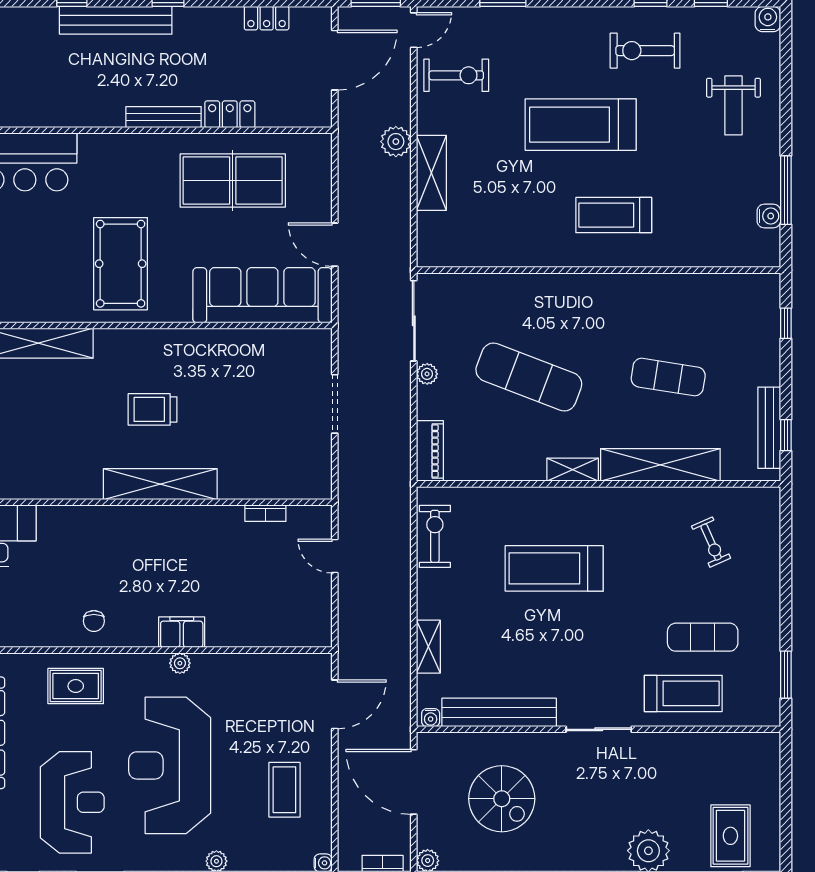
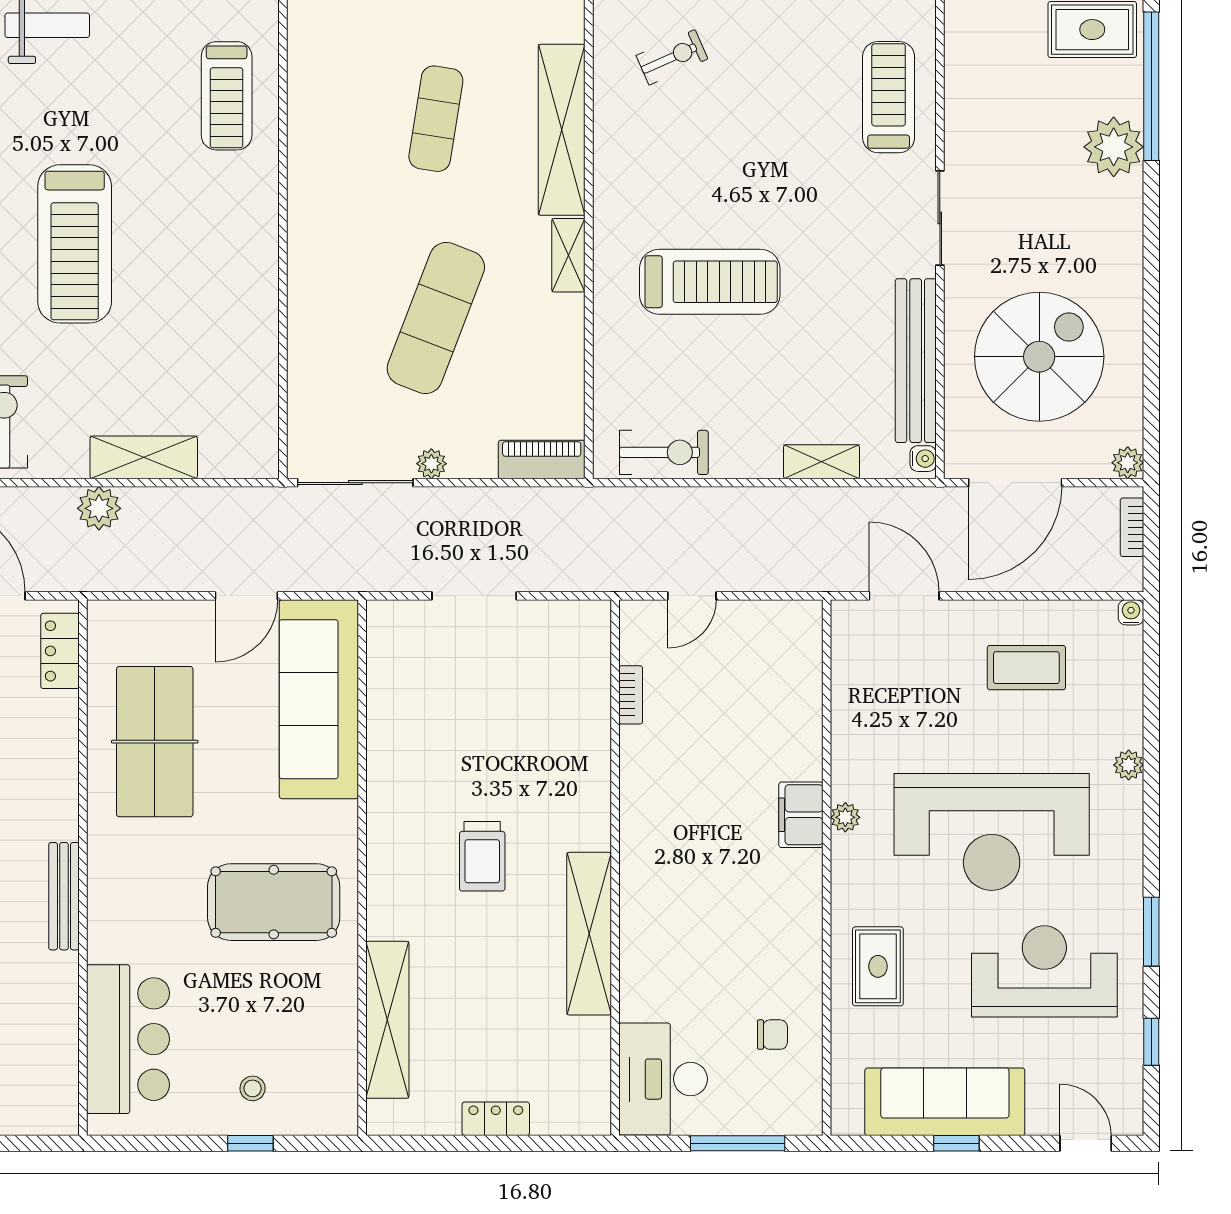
locker: (230, 114) -> (60, 651), moved
bench: (164, 117) -> (64, 896), moved
treadmill: (614, 215) -> (227, 96), moved
shelving: (160, 484) -> (589, 934), moved
exercise bike: (435, 536) -> (664, 452), turned 180
treadmill: (554, 568) -> (710, 282), turned -90
chair: (94, 621) -> (772, 1035), moved
exercise mat: (703, 637) -> (808, 69), removed
spiral stairs: (502, 799) -> (1039, 357), width x1.37, depth x1.37

